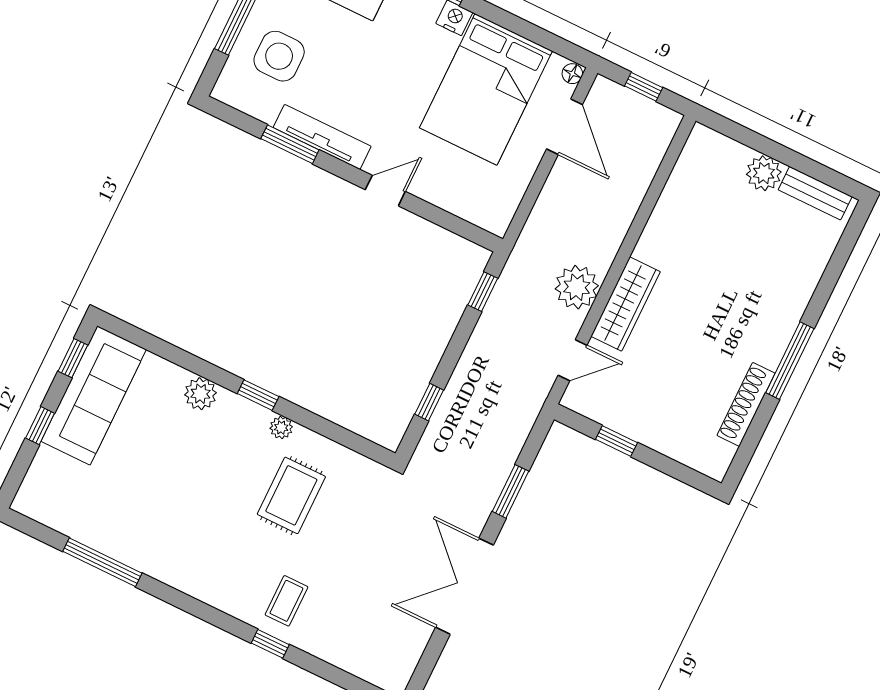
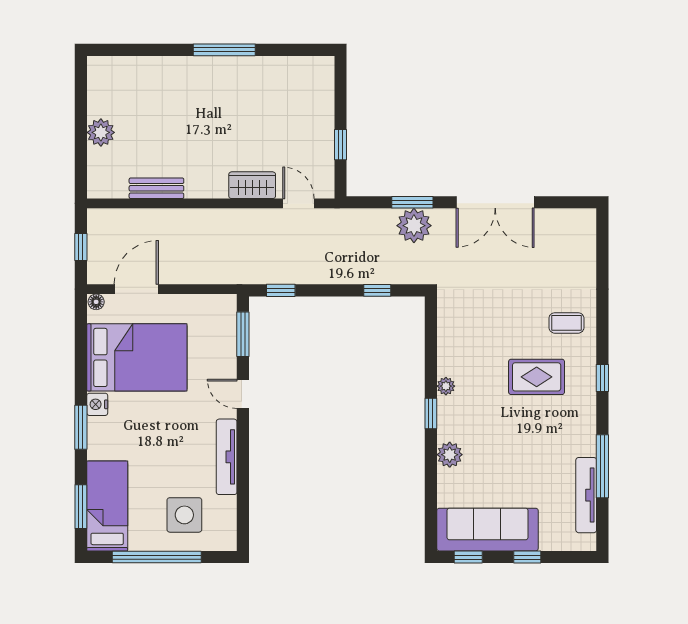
window: (290, 144) -> (243, 334), moved
bench: (815, 193) -> (156, 188), moved, turned 90
plant: (577, 287) -> (414, 226), moved
wardrobe: (626, 304) -> (252, 185), width x0.67
shoe rack: (746, 404) -> (270, 66), removed
rug: (291, 495) -> (537, 377), moved
tv unit: (78, 528) -> (586, 495), added
window: (270, 644) -> (602, 378), moved

